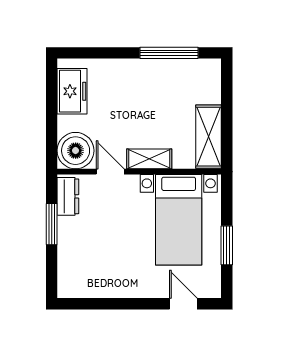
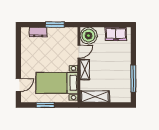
dresser: (68, 196) -> (38, 32), moved

